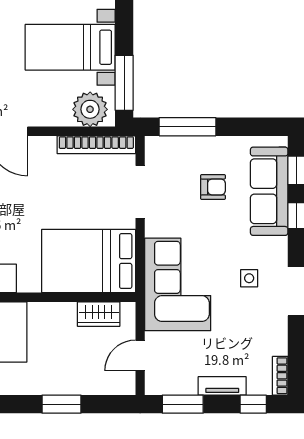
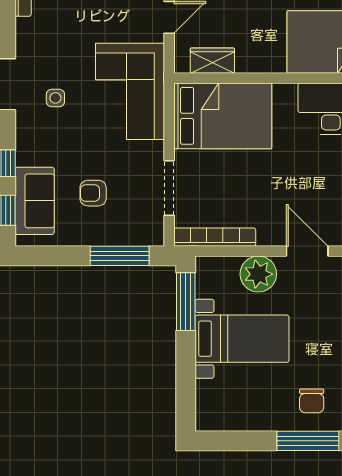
plant: (90, 109) -> (258, 274), moved
sofa: (269, 191) -> (35, 201), width x0.73

